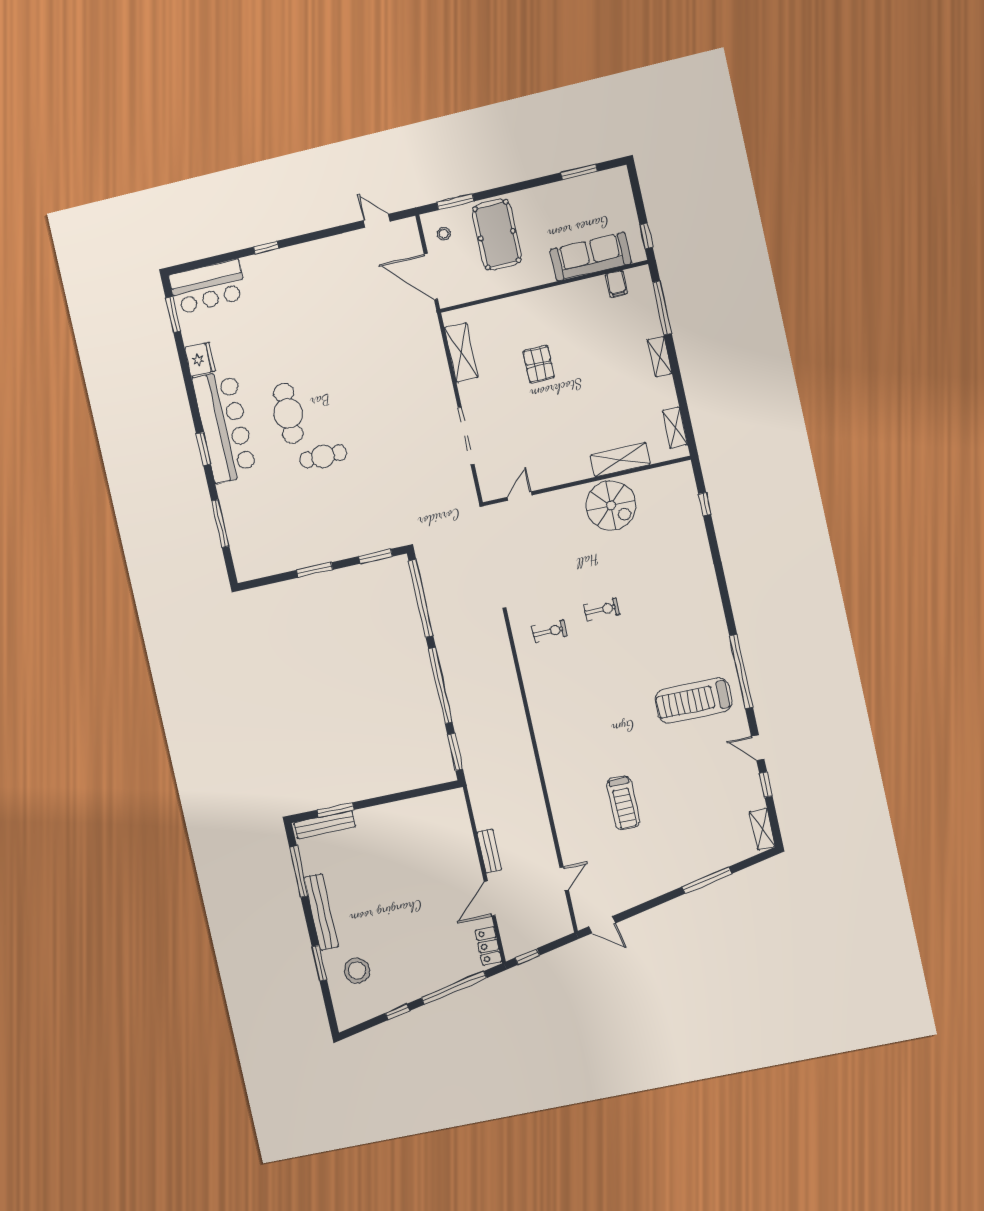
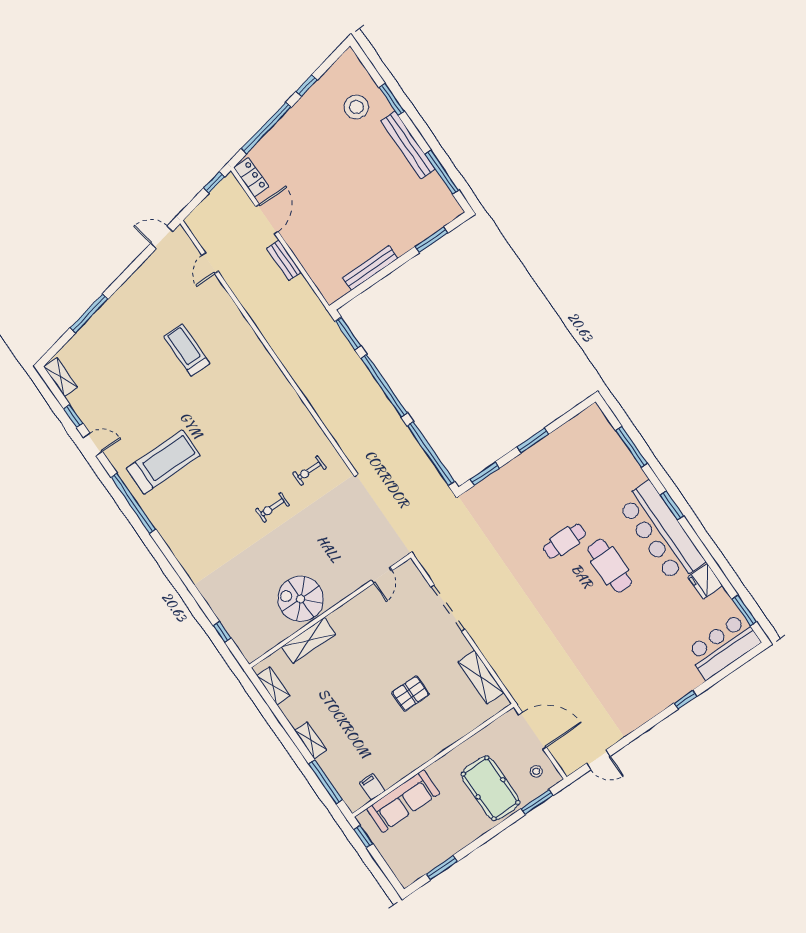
pallet: (539, 364) -> (410, 693), turned 90
bench: (325, 825) -> (370, 268), moved

